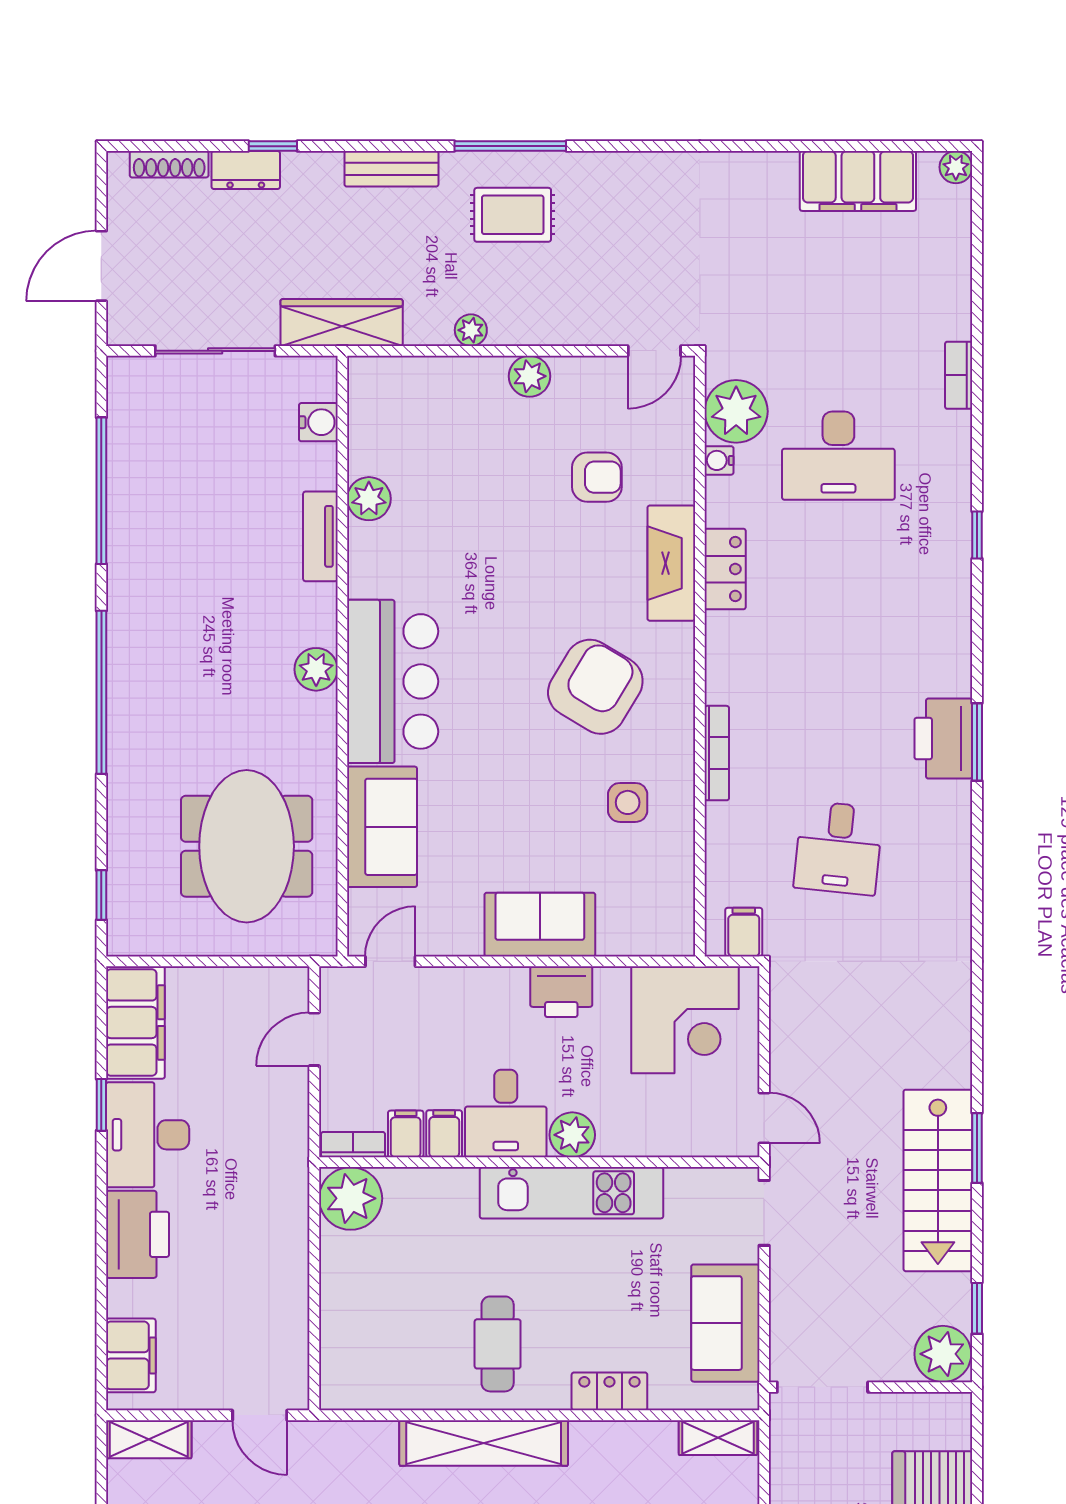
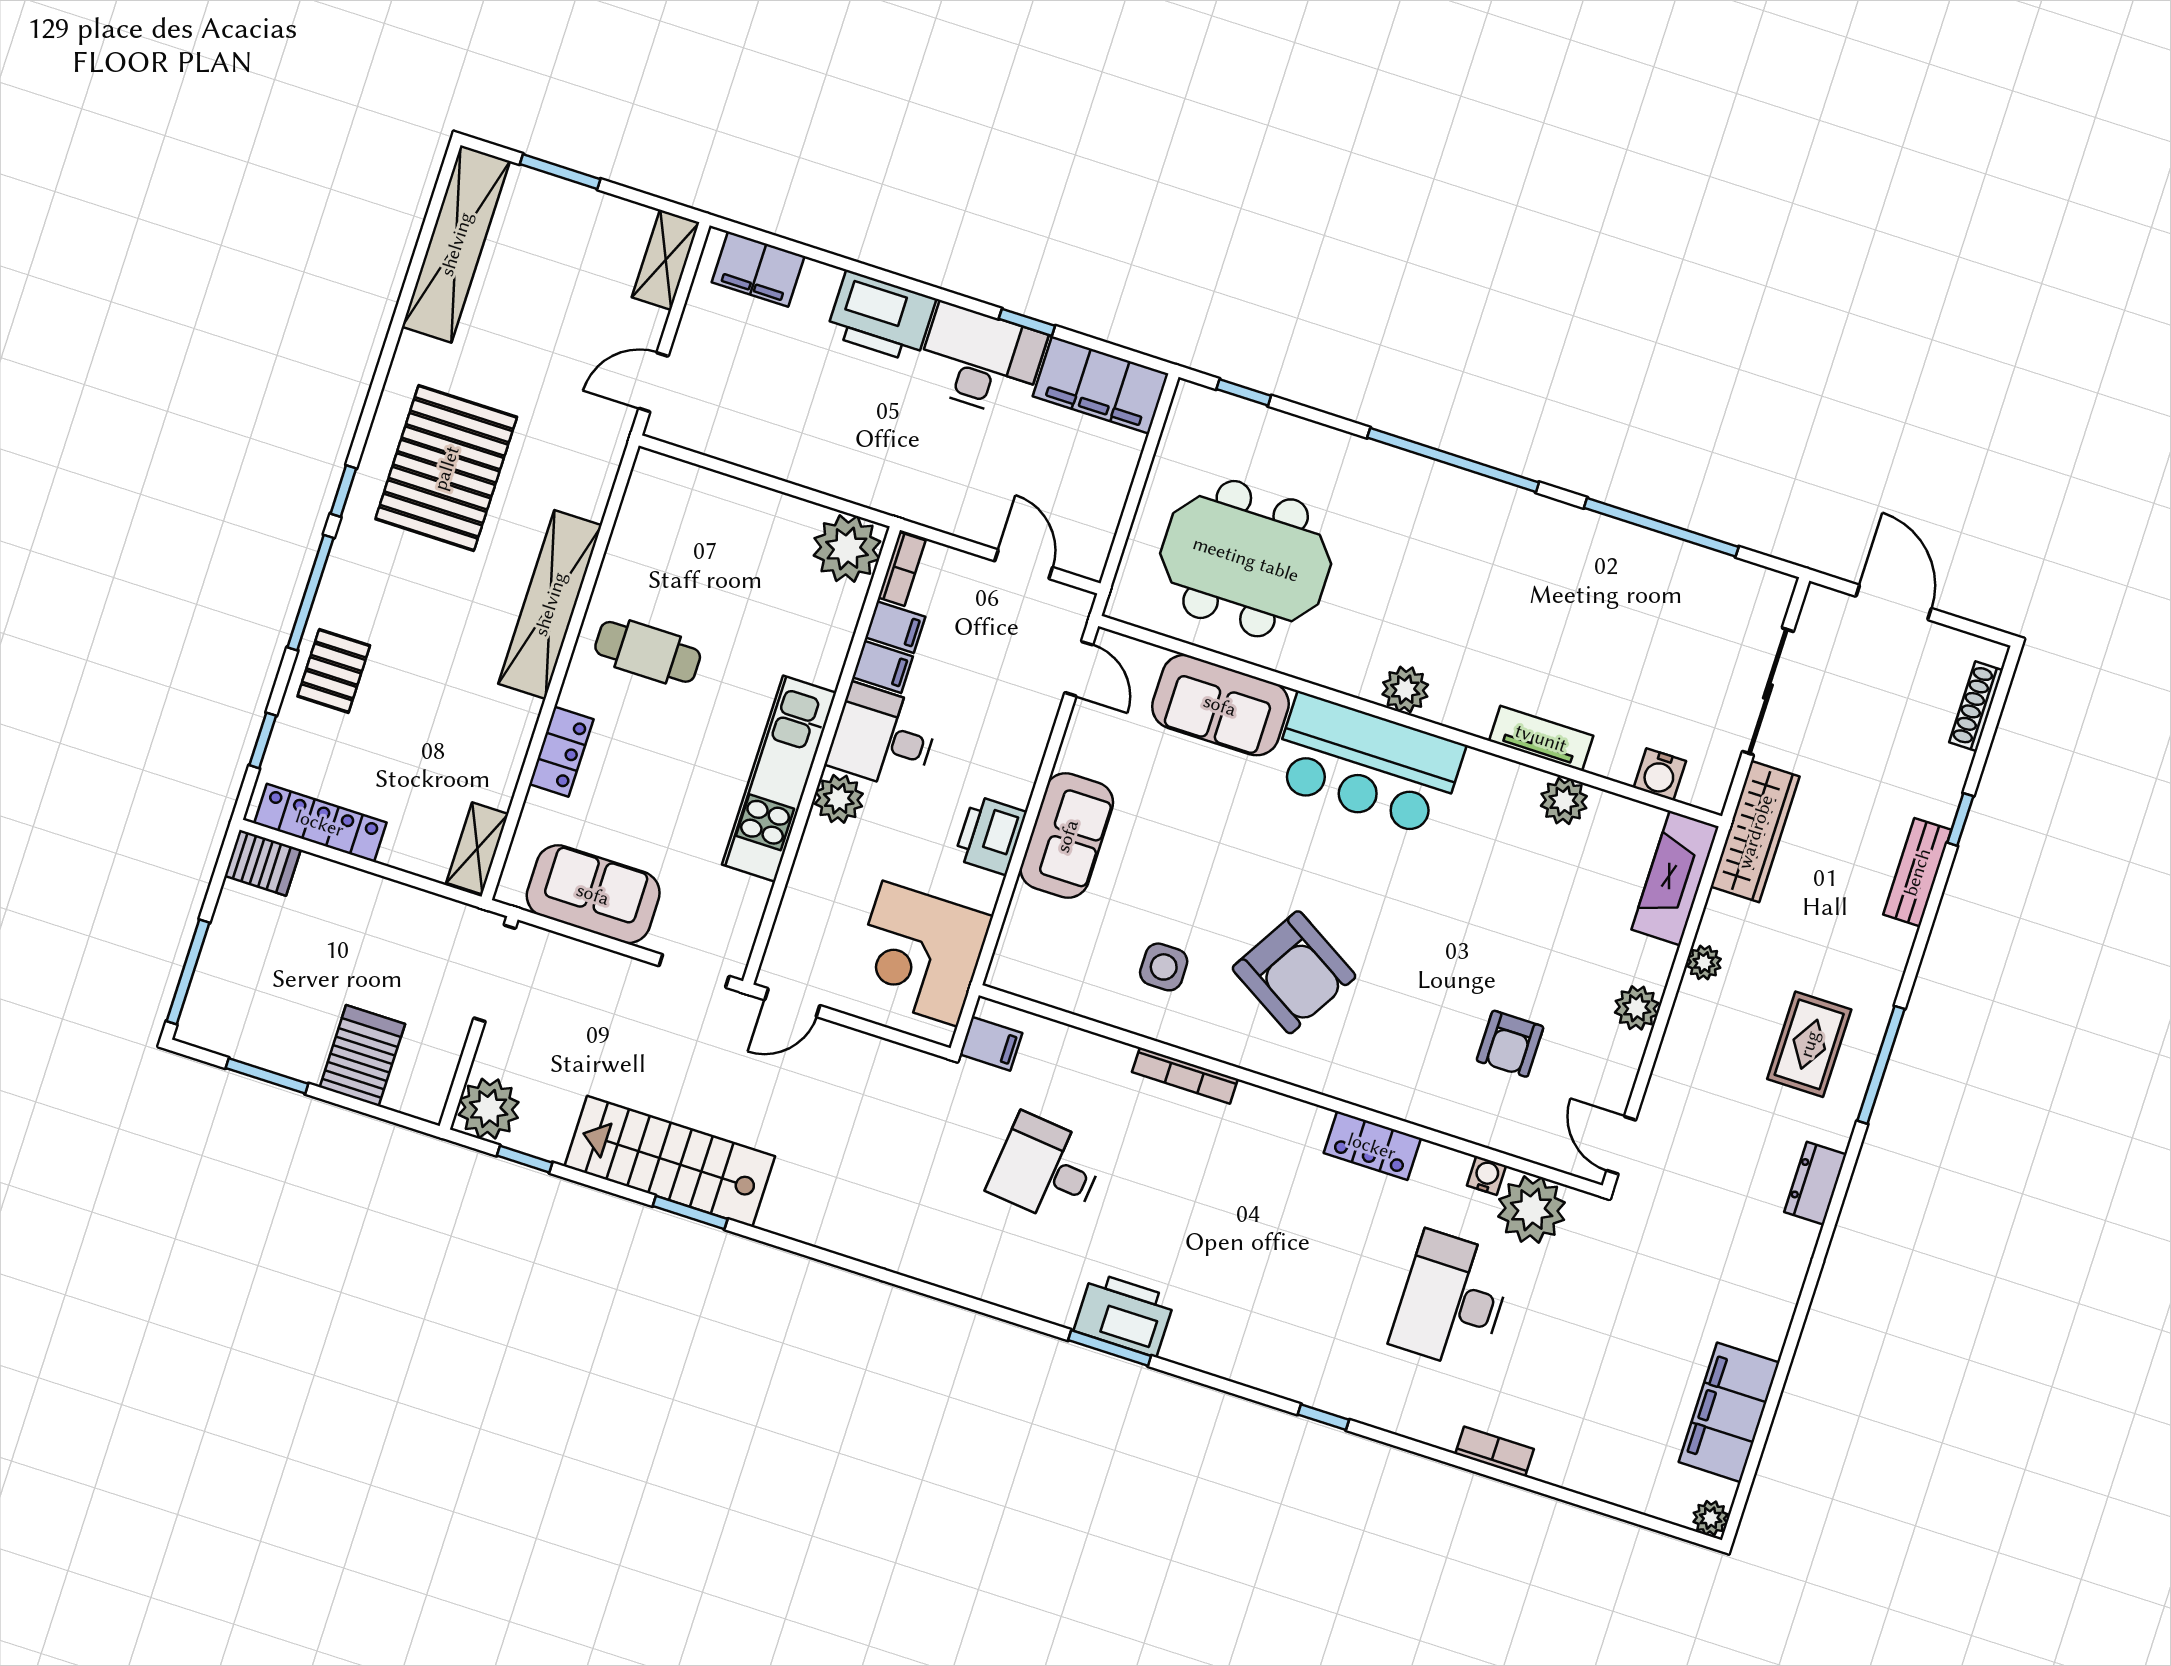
bench: (391, 169) -> (1917, 872), moved
dresser: (246, 170) -> (1815, 1183), moved
fireplace: (671, 563) -> (1675, 878), moved, turned -90

